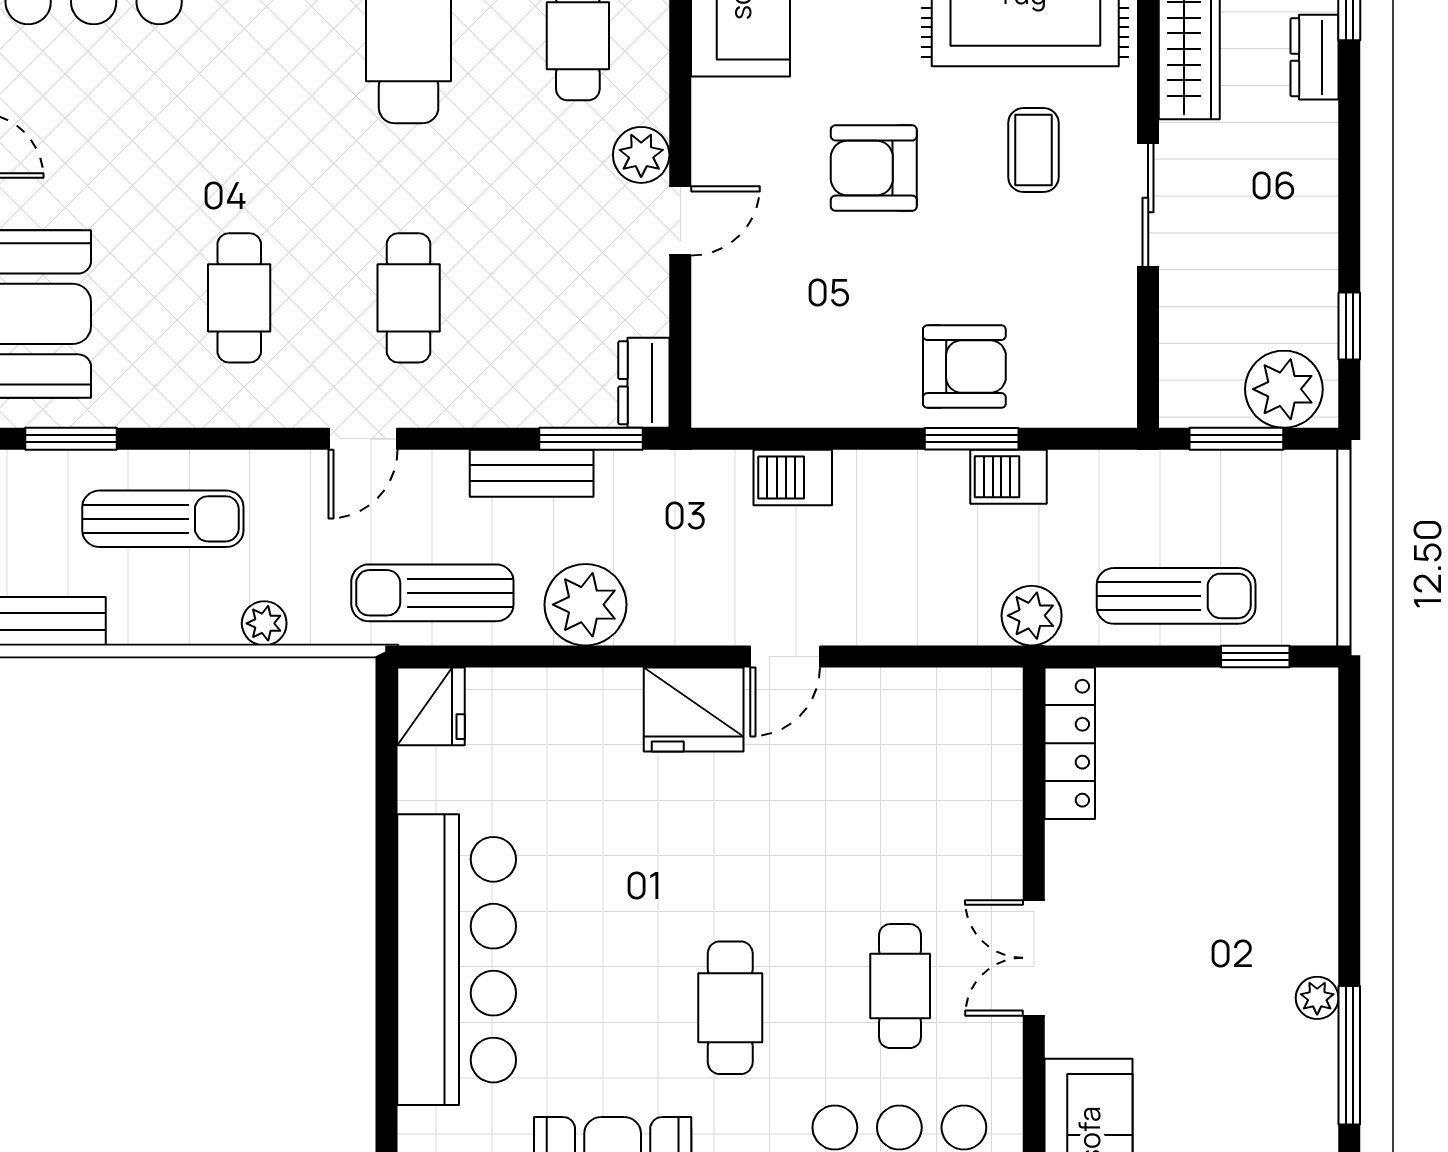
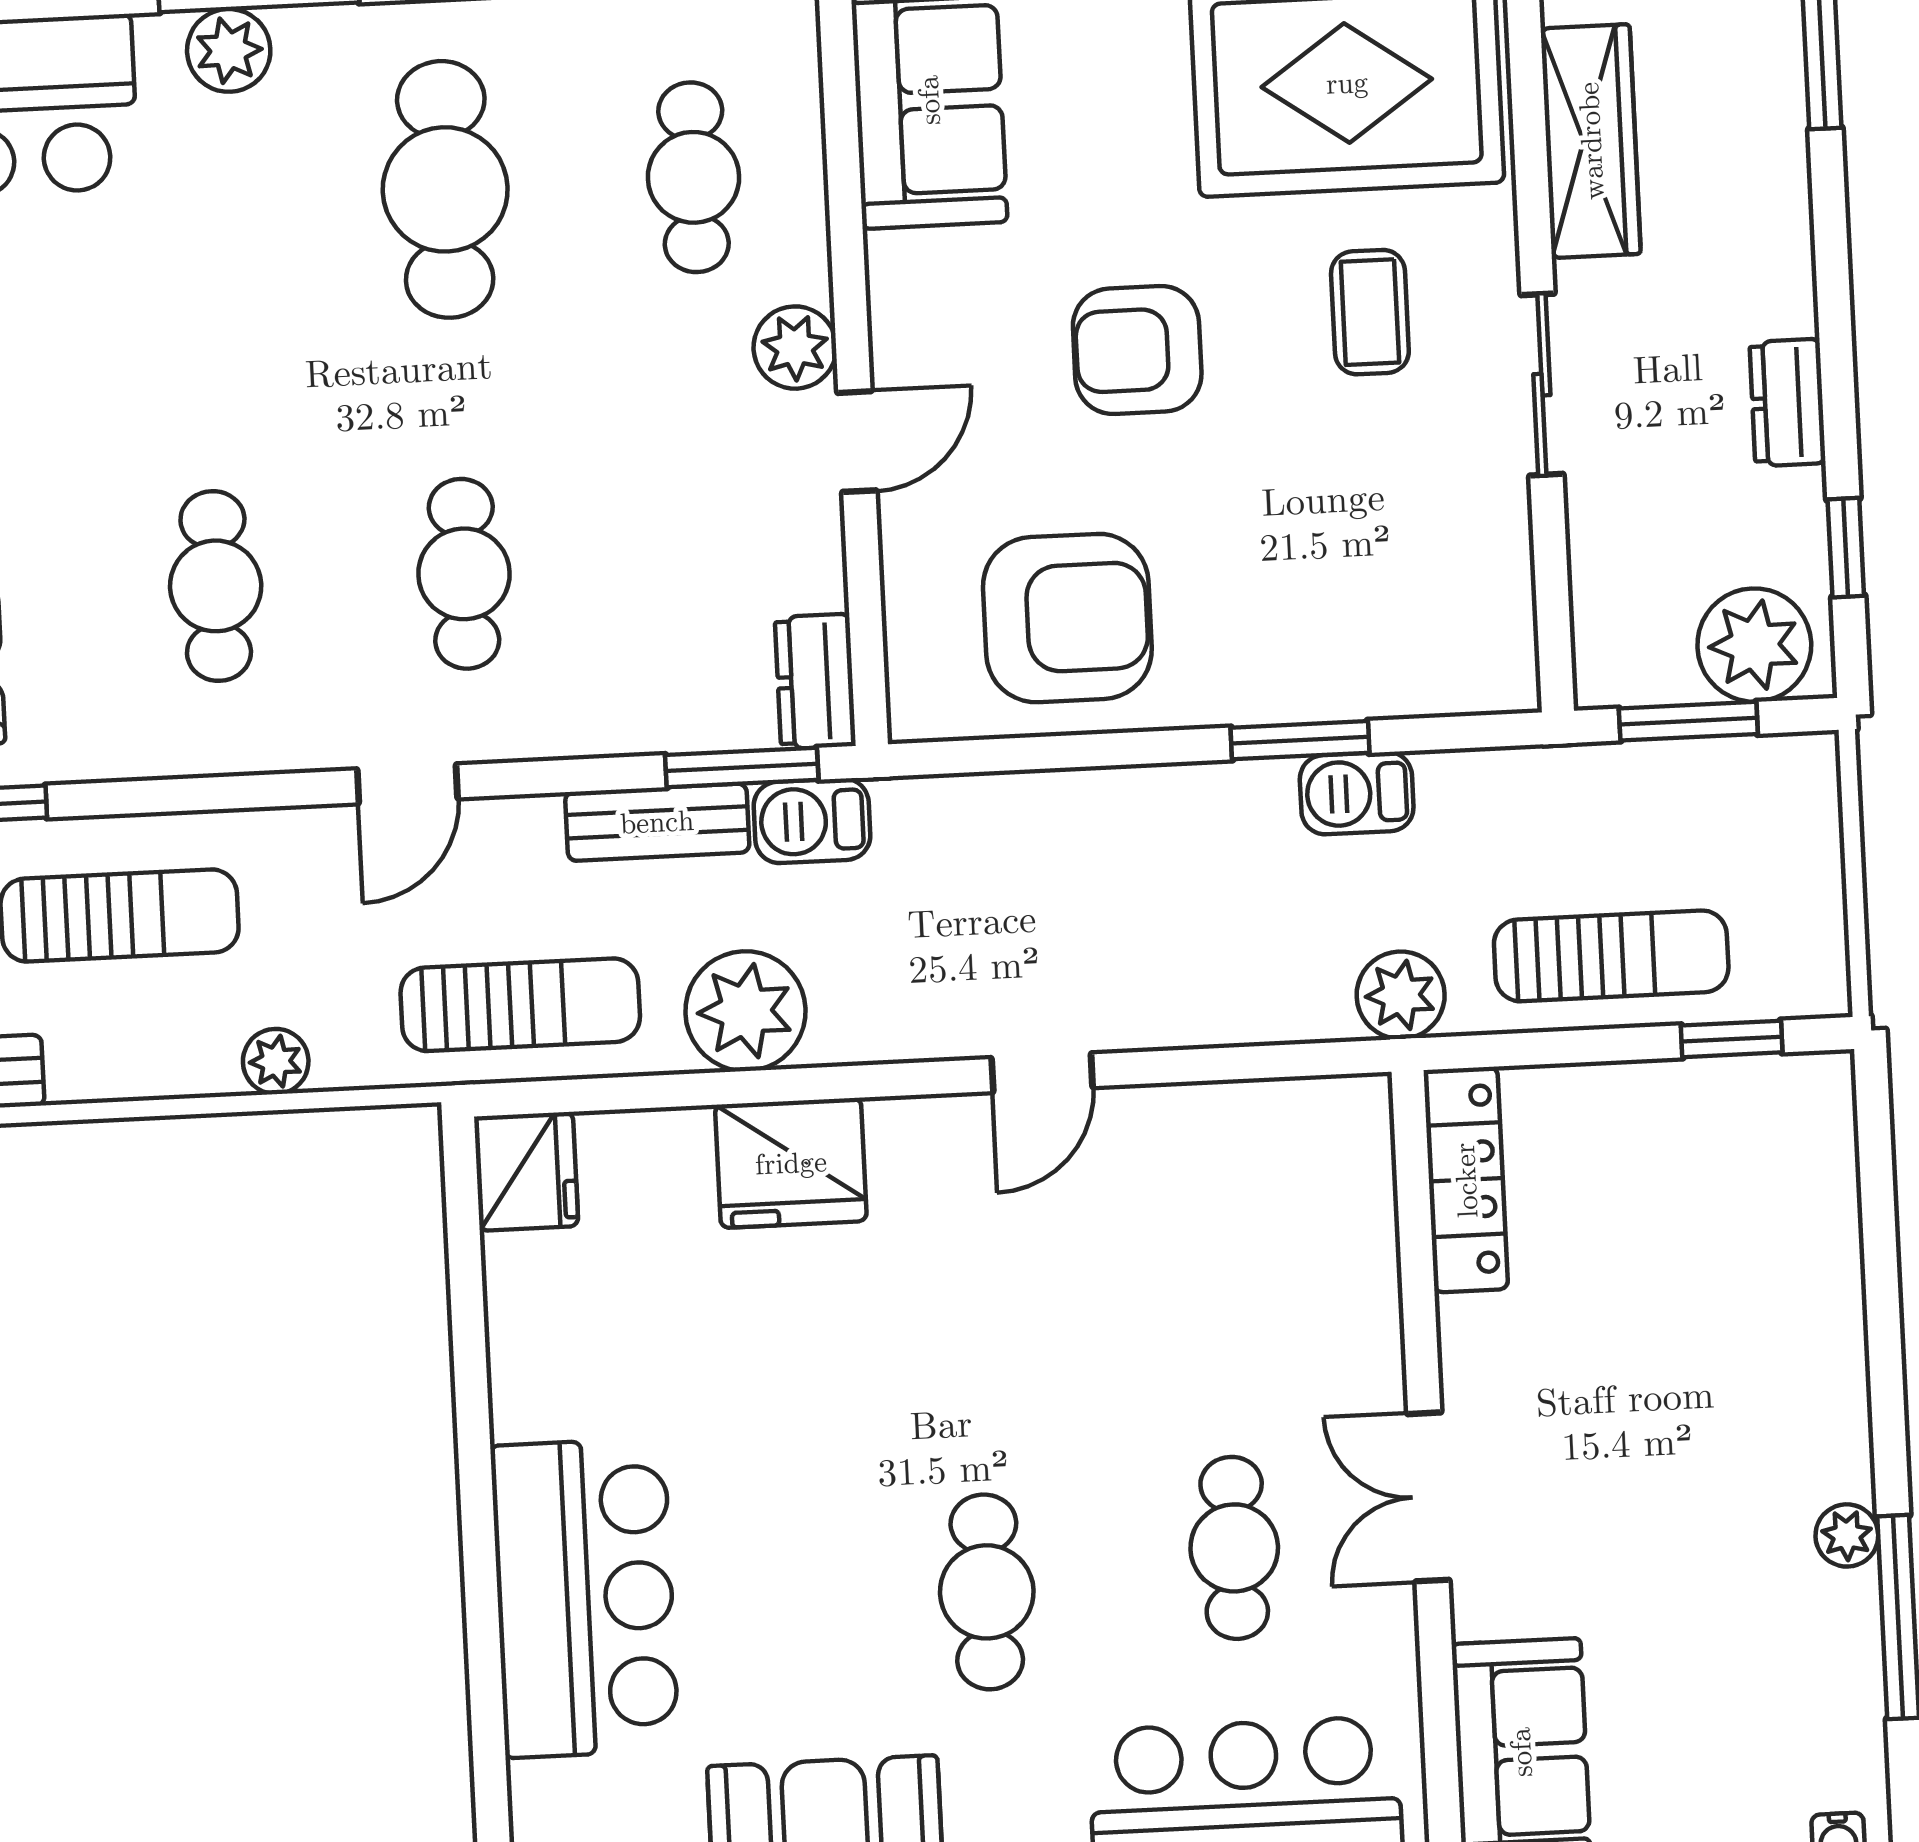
dresser: (1315, 57) -> (1788, 403), moved
armchair: (964, 367) -> (1067, 618), moved, width x1.36, depth x1.36
barbecue: (793, 477) -> (812, 821), moved
sun lounger: (432, 593) -> (520, 1005), turned 180
fridge: (694, 709) -> (791, 1163), moved
bar counter: (457, 960) -> (585, 1598), width x0.73

